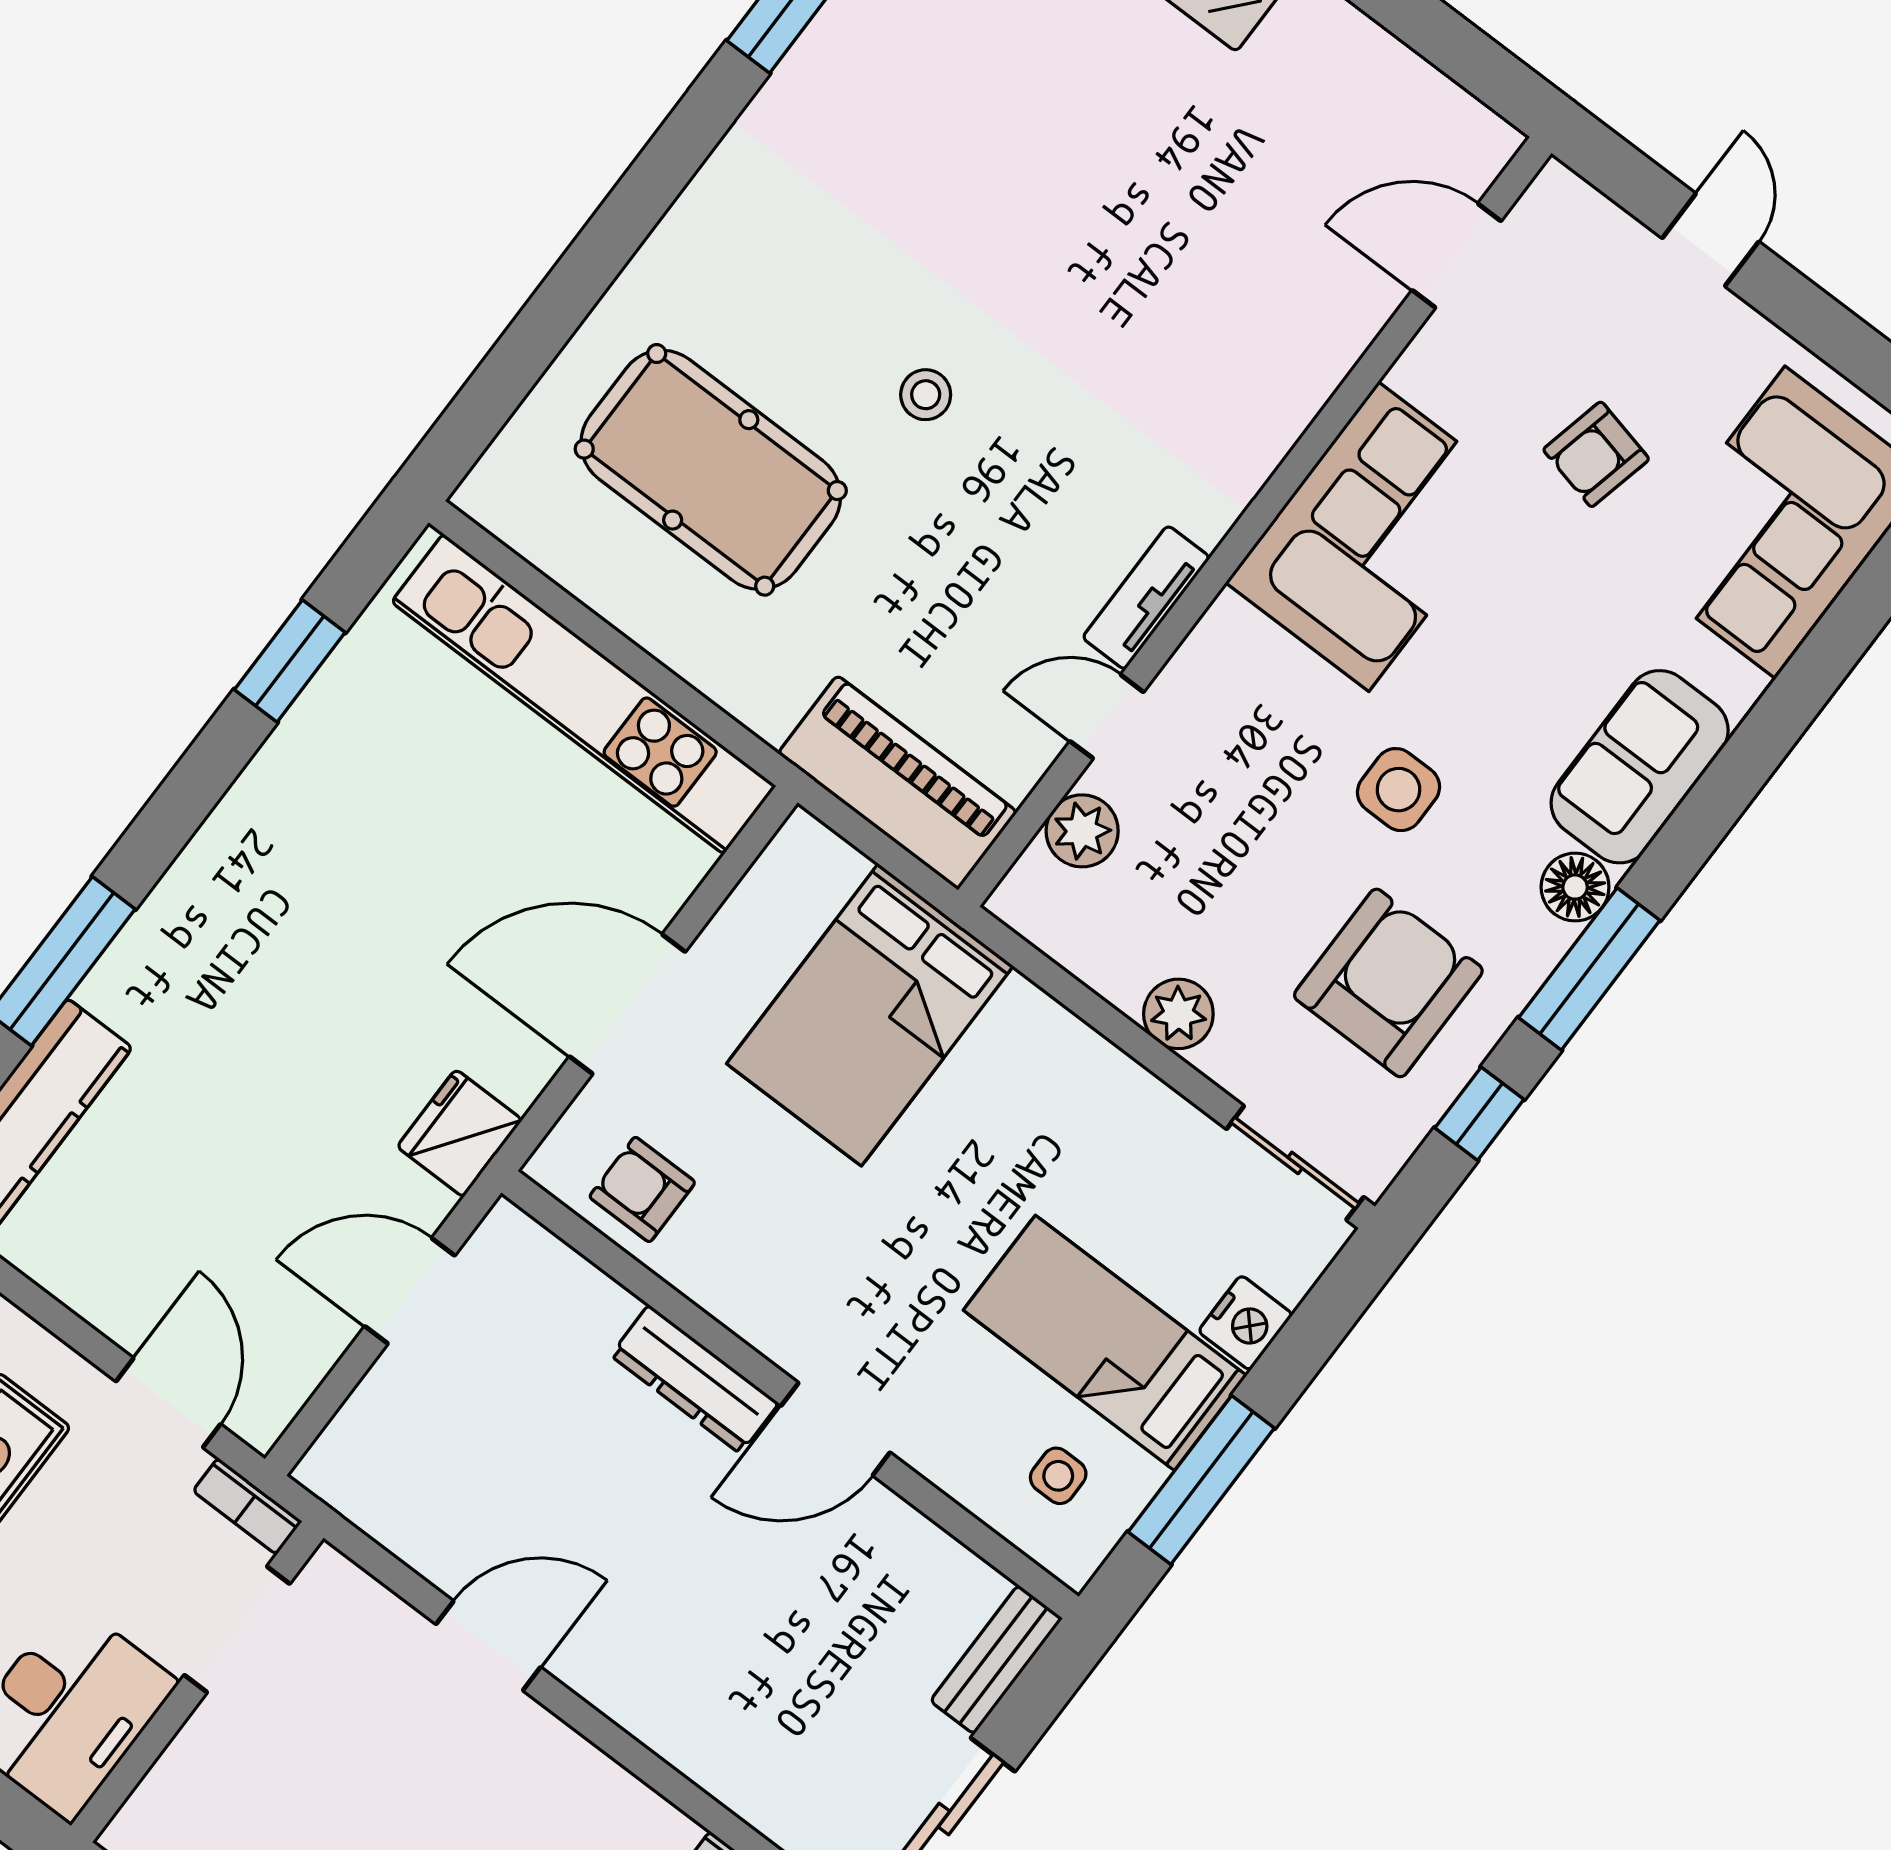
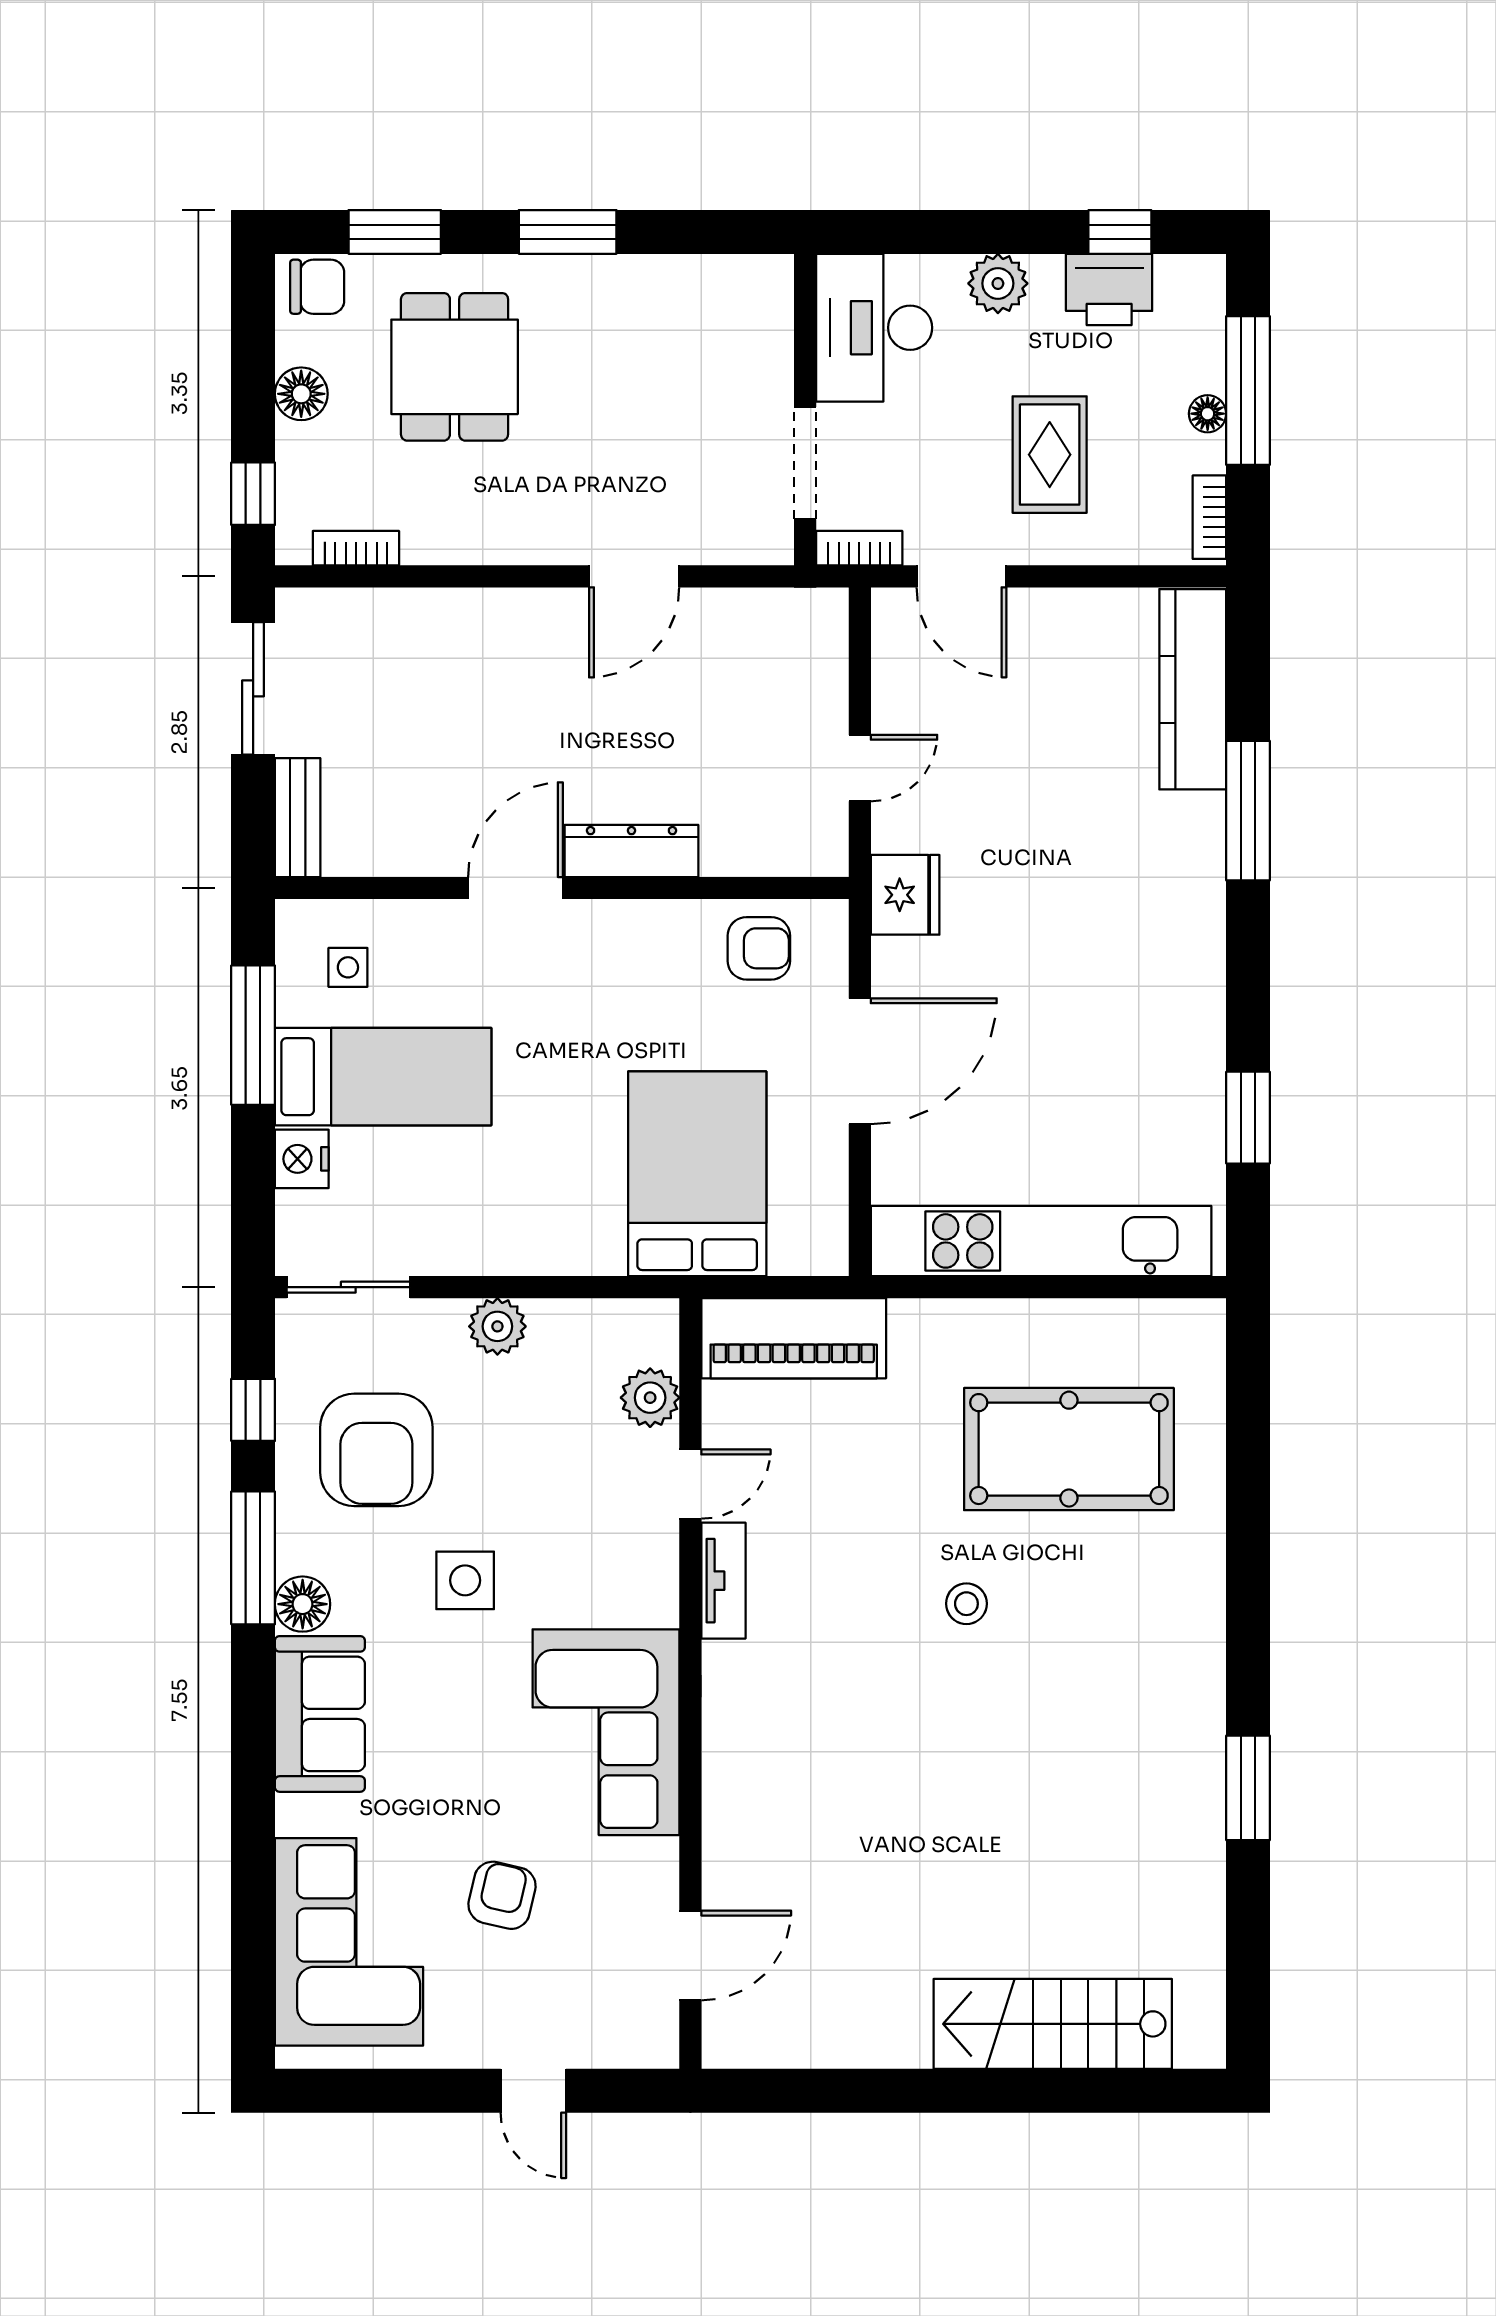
door: (410, 1291) -> (860, 768), width x0.73

